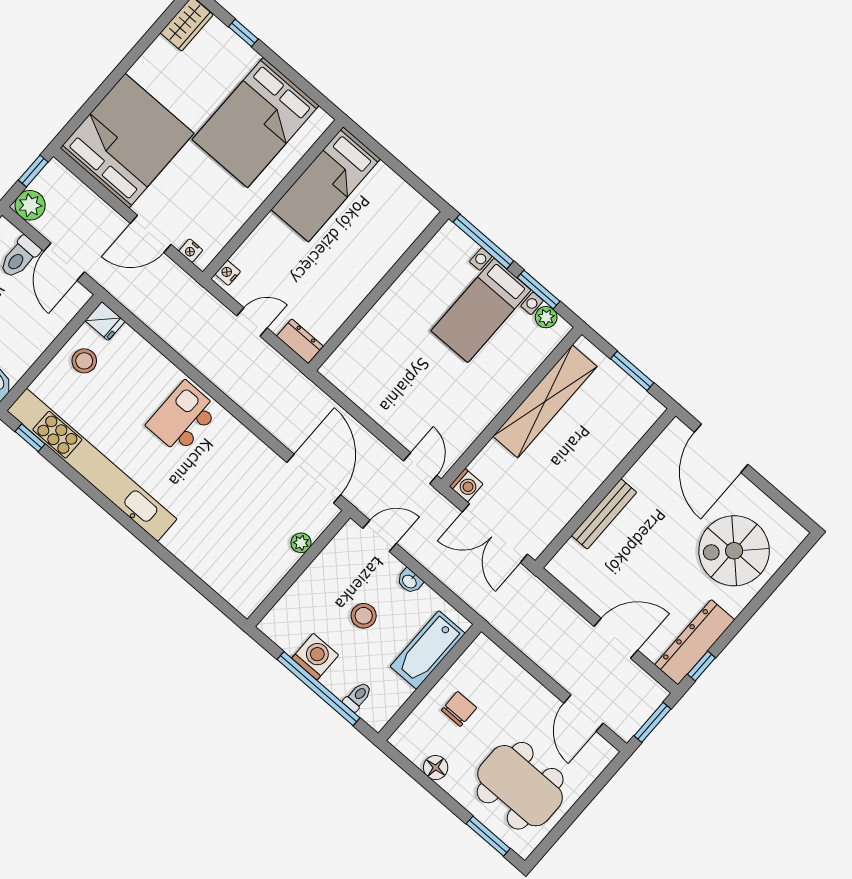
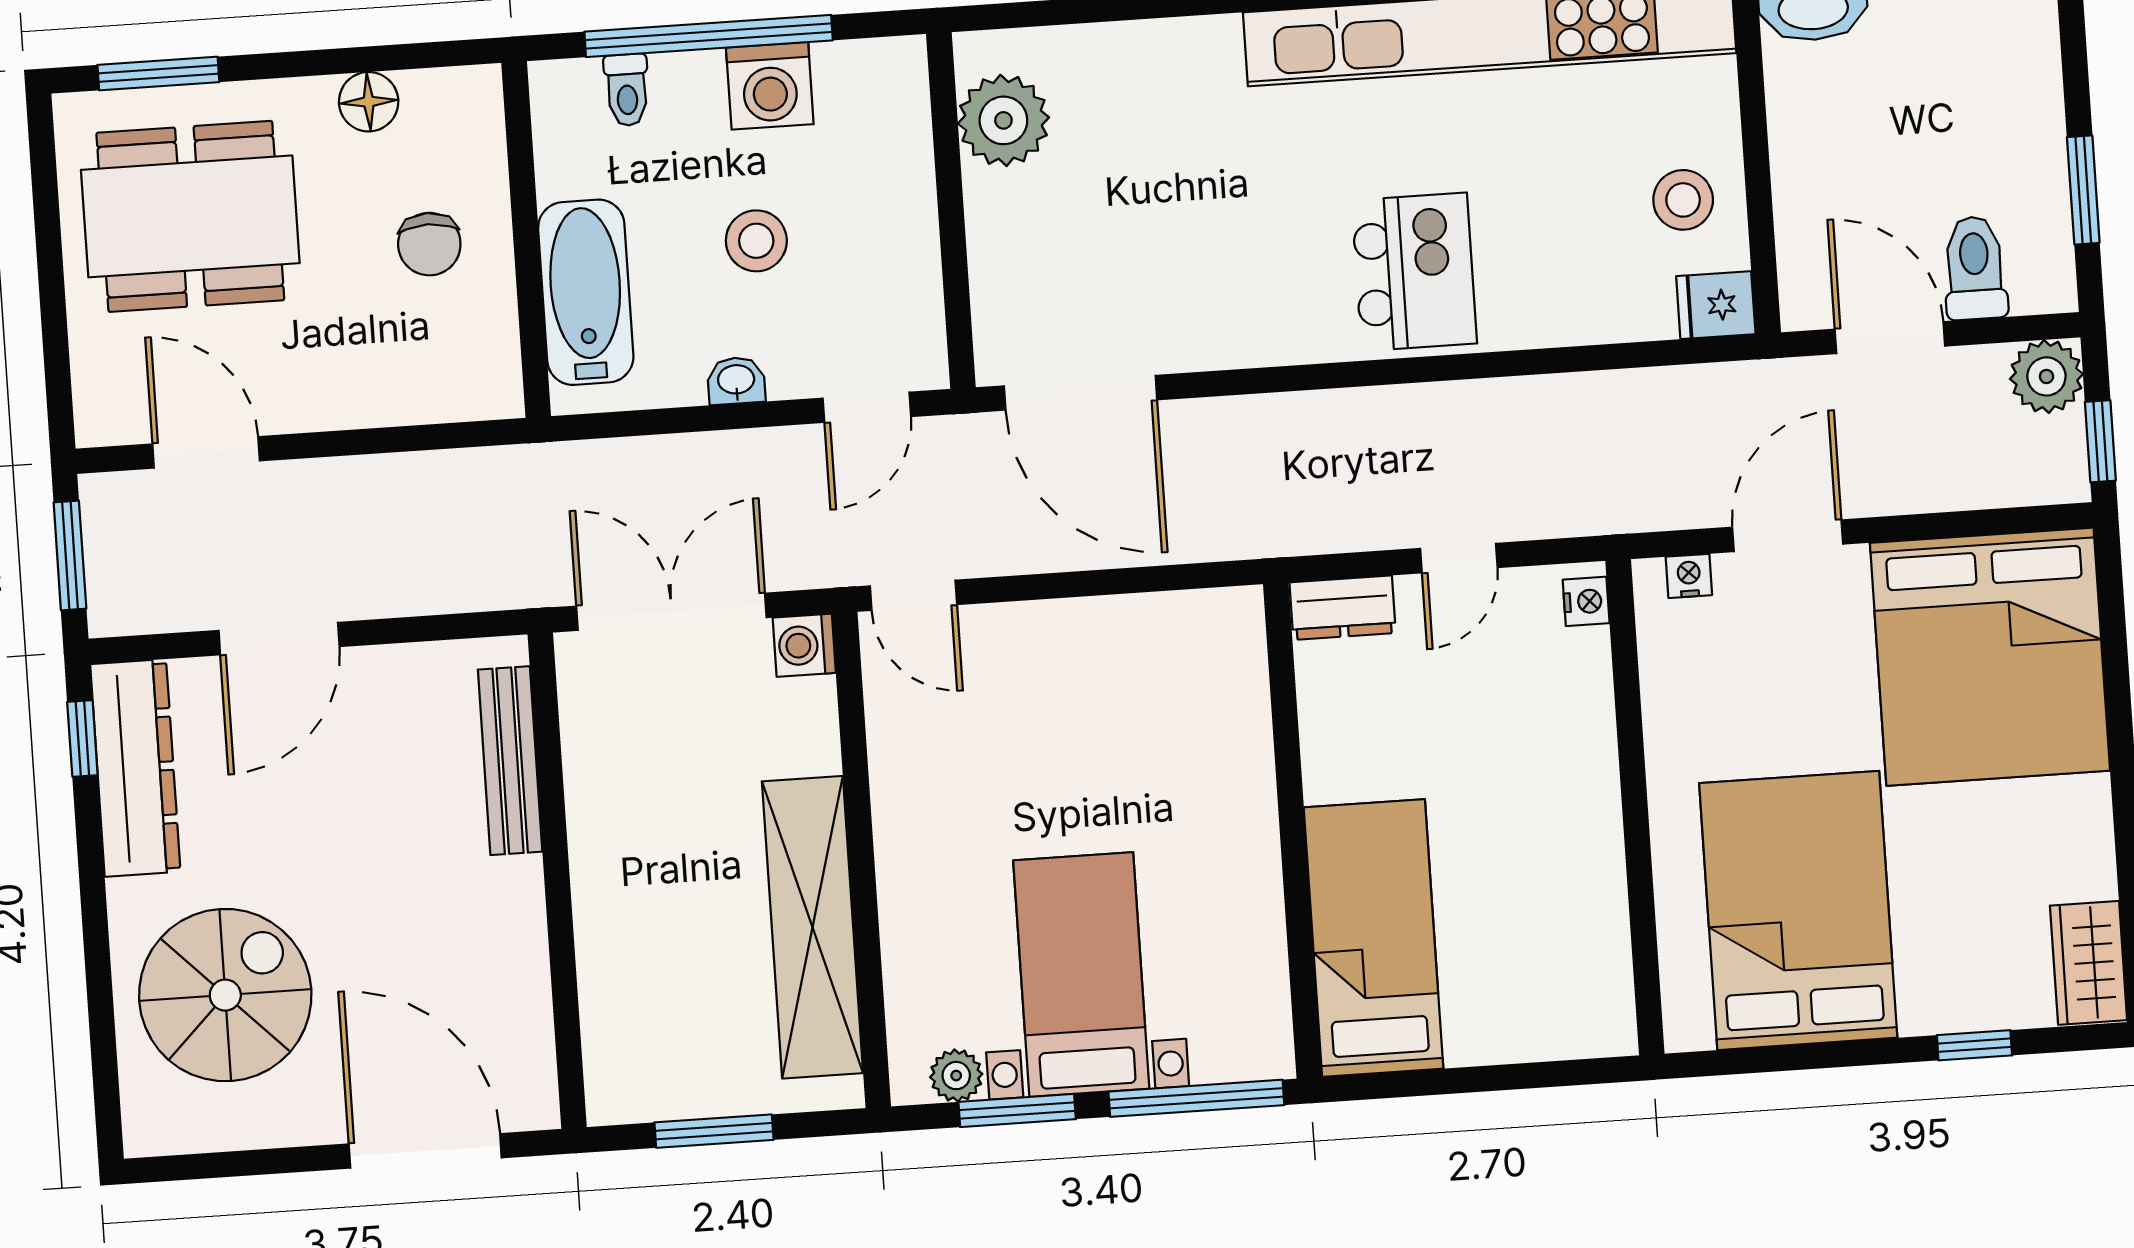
bed: (326, 184) -> (1374, 938), moved
bench: (604, 514) -> (510, 761), moved
plant: (301, 543) -> (1003, 120), moved, width x1.88, depth x1.88

